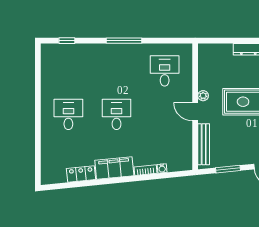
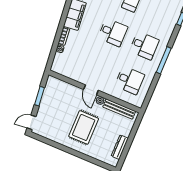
desk: (117, 71) -> (144, 46), added
door: (195, 112) -> (91, 90), swing flipped
bench: (204, 144) -> (119, 109), moved

